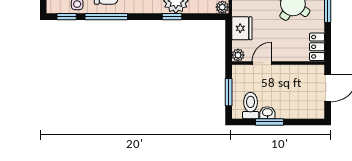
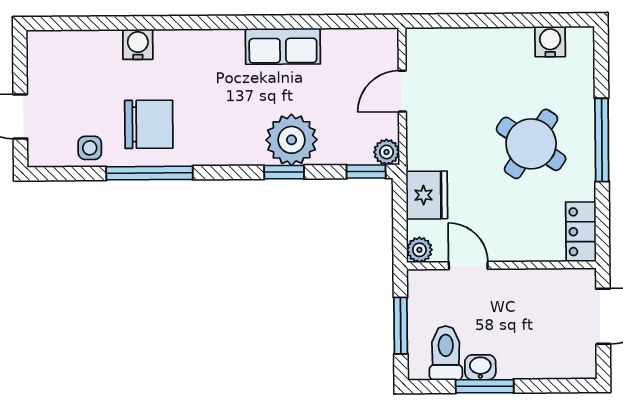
window: (67, 17) -> (366, 172), moved
door: (262, 63) -> (468, 266), hinge flipped

